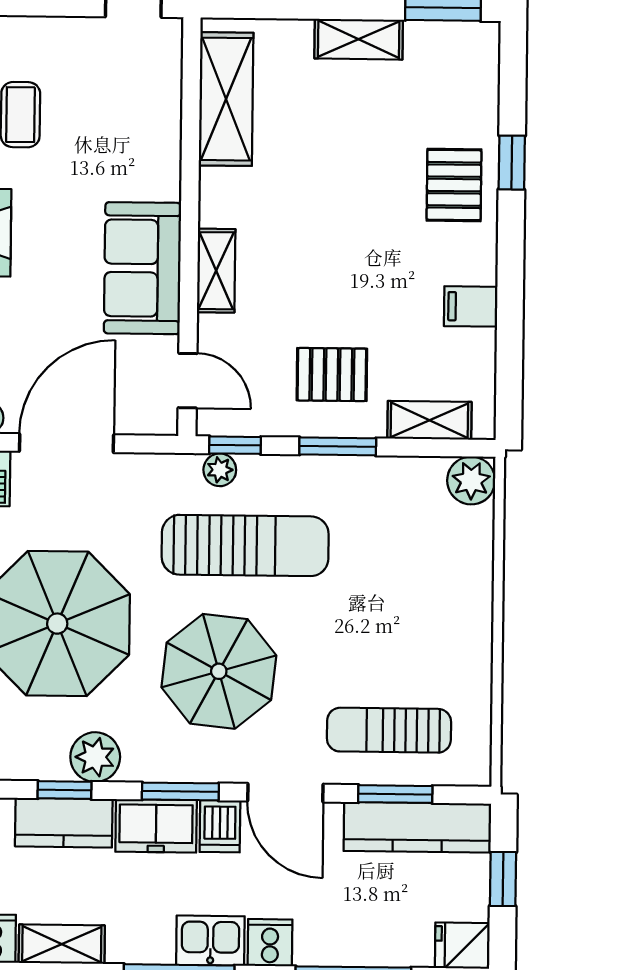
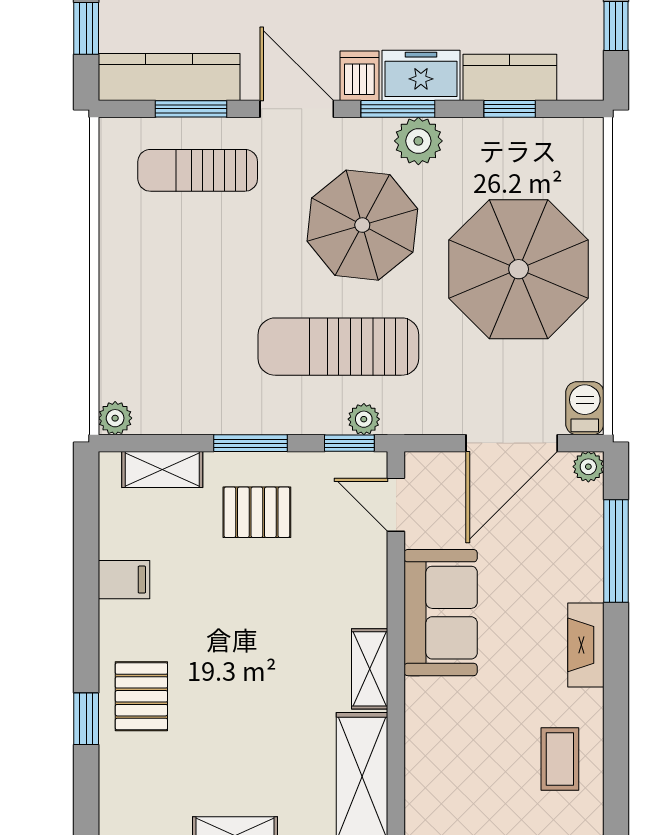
shelving: (216, 271) -> (370, 669), moved
plant: (471, 480) -> (115, 418), width x0.73, depth x0.73
sun lounger: (389, 730) -> (198, 170), turned 180
plant: (95, 757) -> (418, 141), moved

